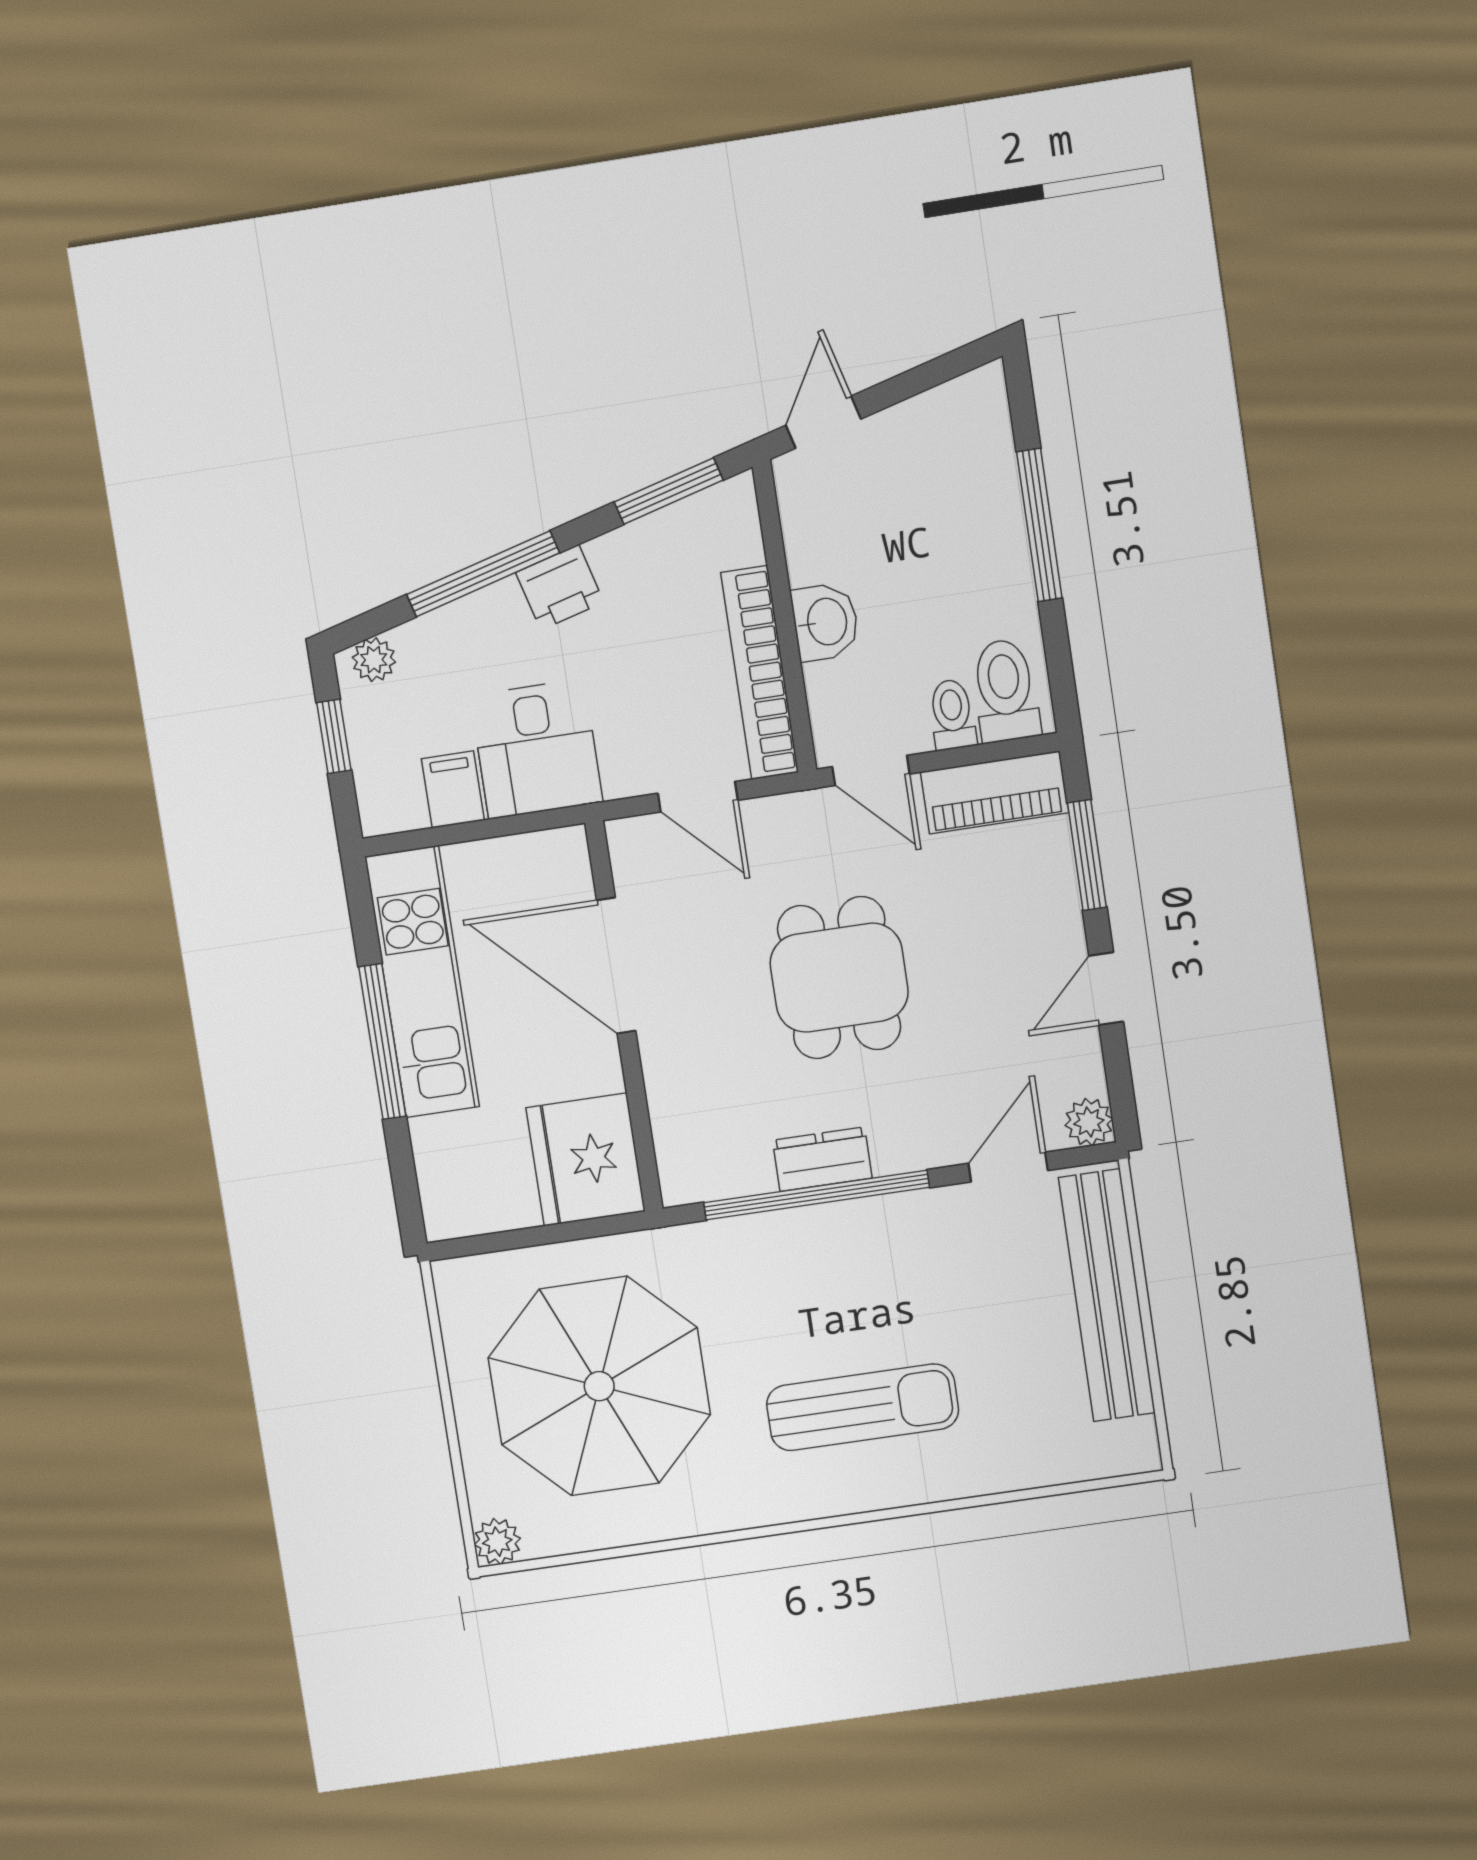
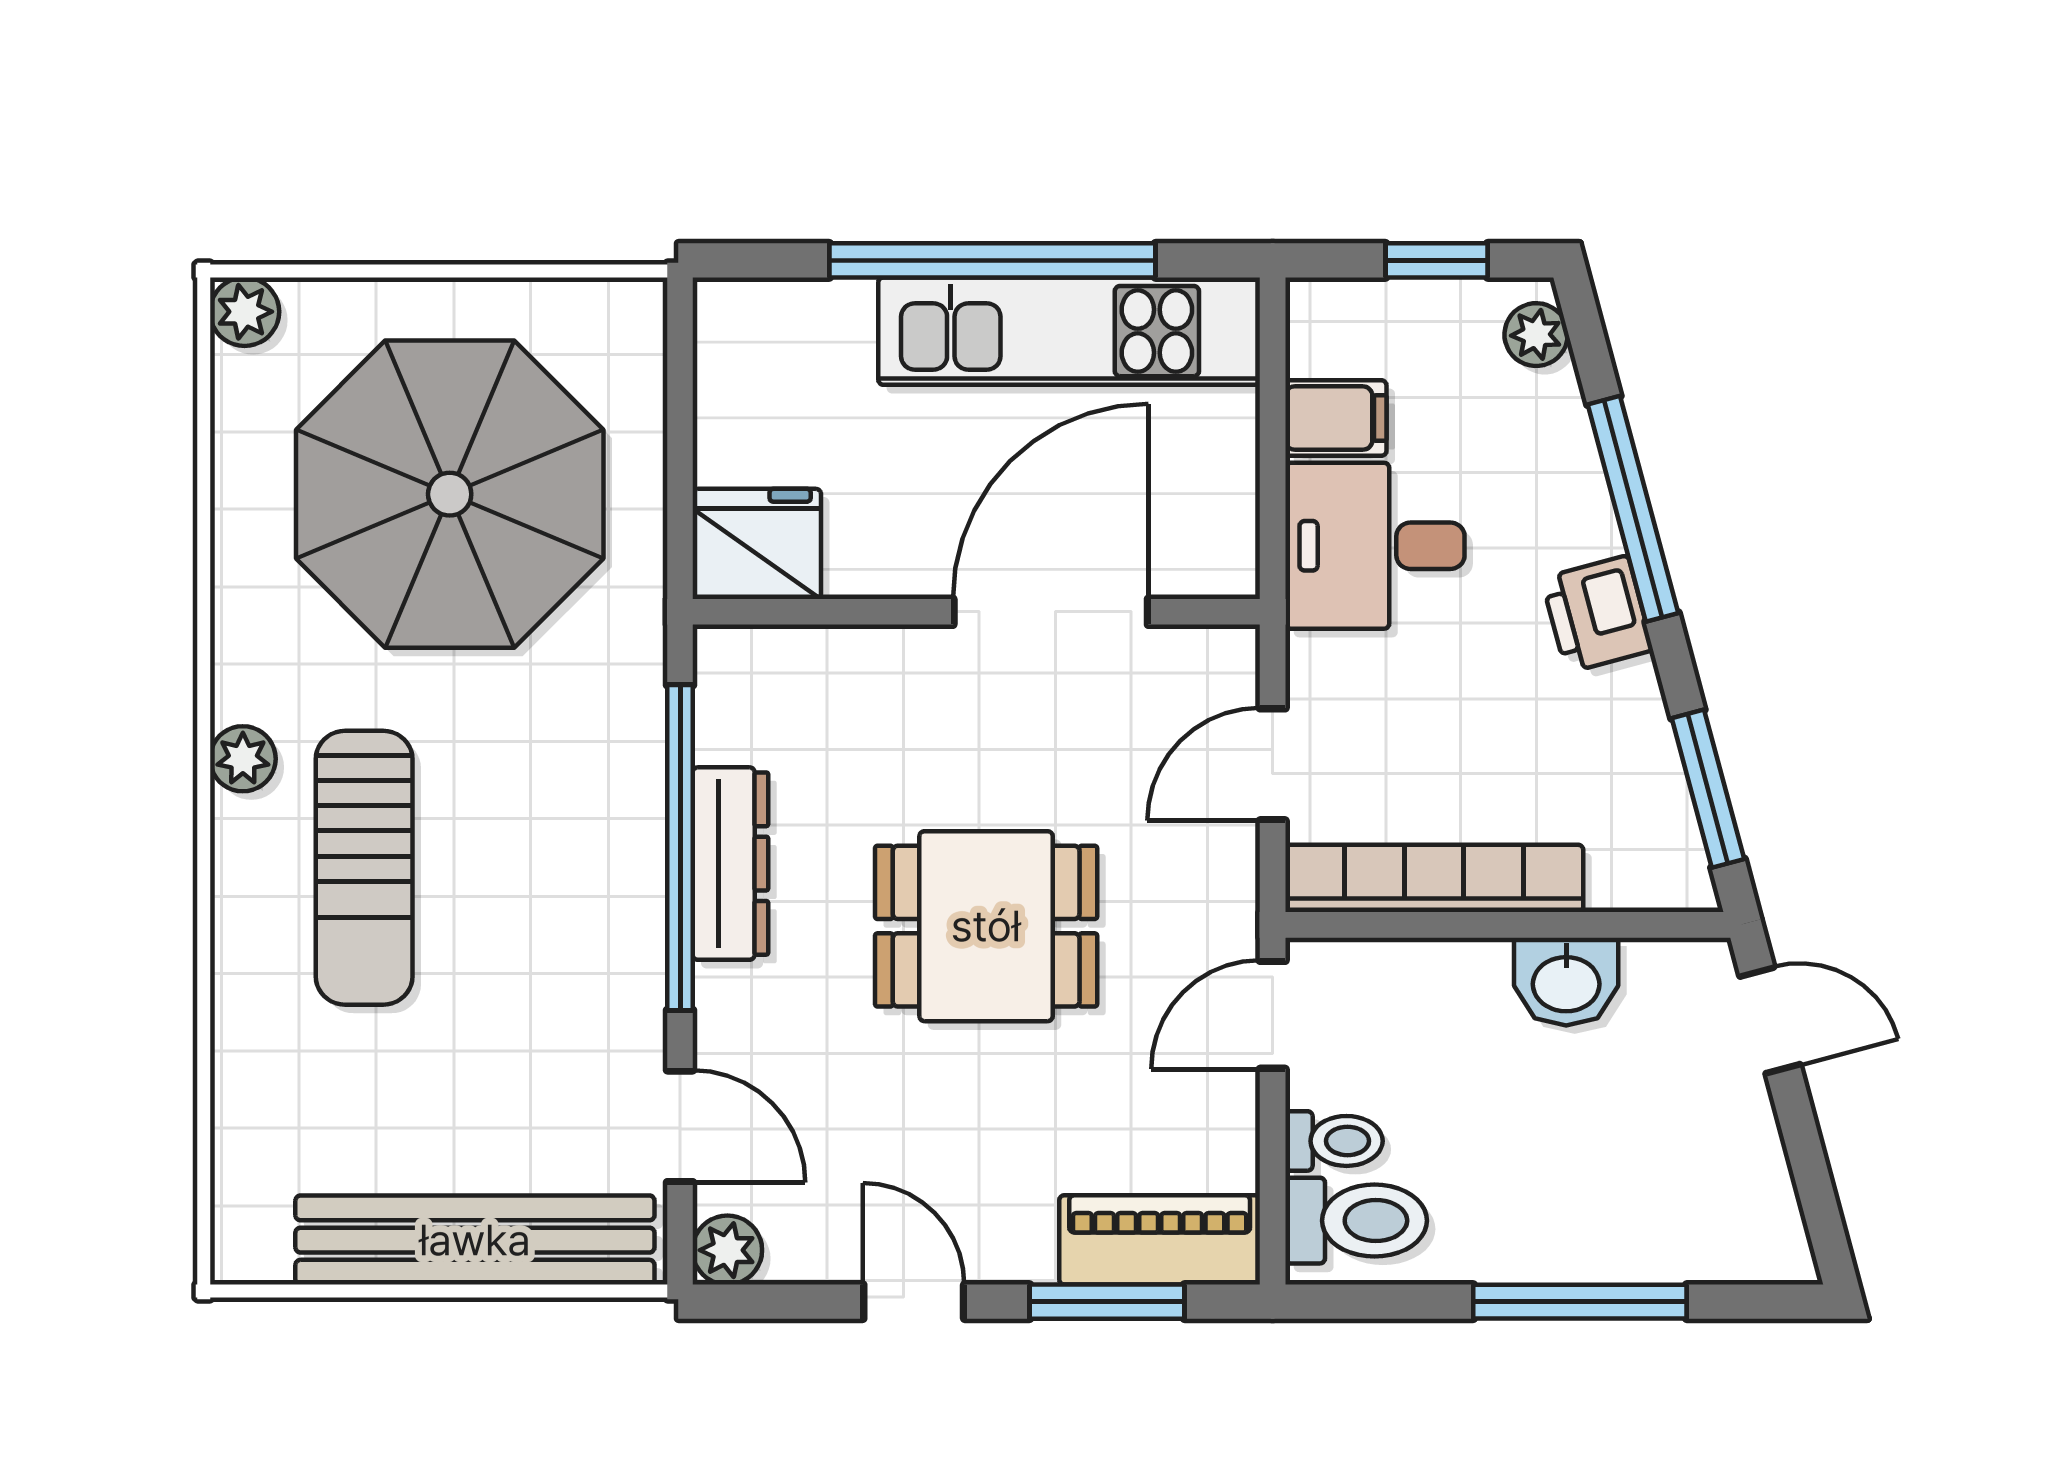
washbasin: (825, 622) -> (1566, 982), moved
piano: (995, 792) -> (1160, 1240), moved, turned 90
window: (382, 1042) -> (992, 260), width x1.46
fridge: (586, 1159) -> (757, 544), width x0.73, depth x0.75
dresser: (822, 1159) -> (730, 864), width x1.44
plant: (801, 1500) -> (243, 759), added

